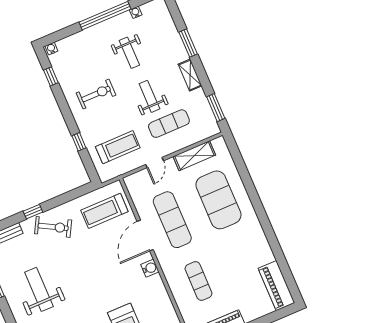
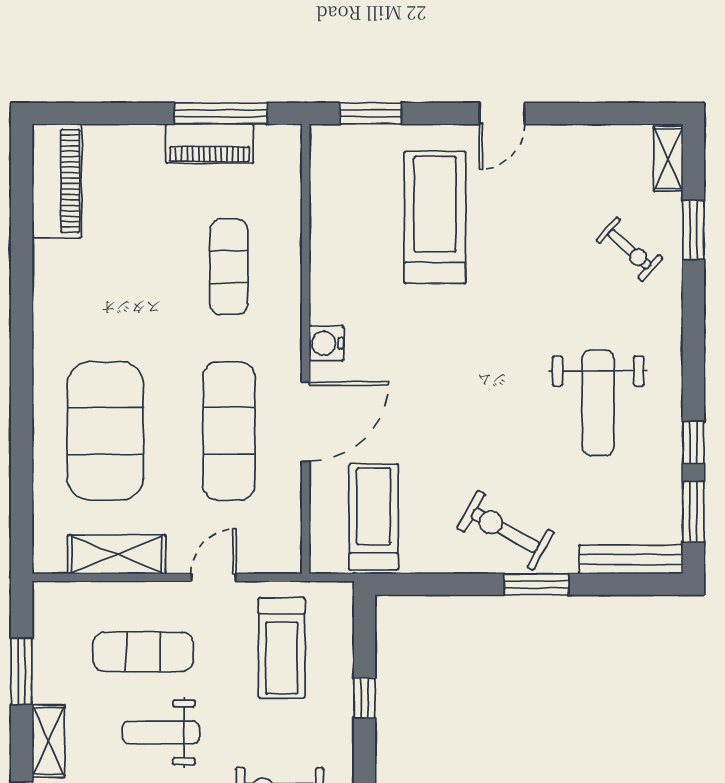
weight bench: (149, 96) -> (161, 732), turned 90
window: (216, 108) -> (22, 671), moved
treadmill: (118, 147) -> (282, 648), turned -90
treadmill: (104, 211) -> (374, 517), turned -90
window: (33, 212) -> (536, 584), width x1.50

